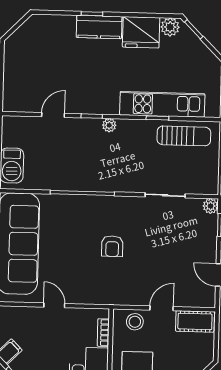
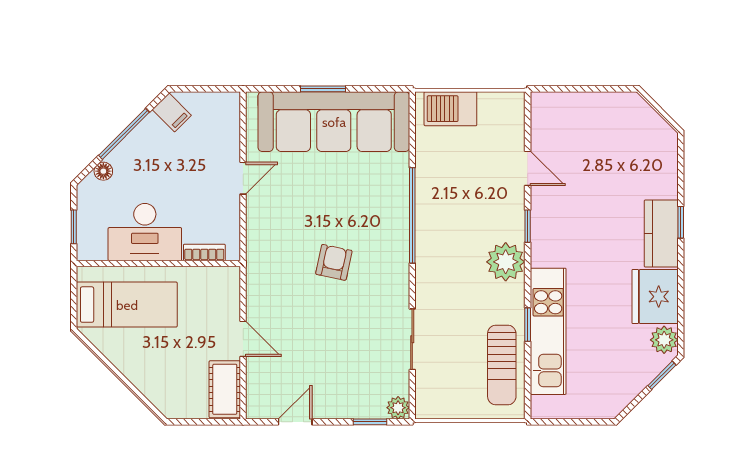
plant: (109, 125) -> (506, 262), width x1.88, depth x1.88
armchair: (112, 246) -> (334, 262), turned 102
stool: (135, 322) -> (222, 299), removed

